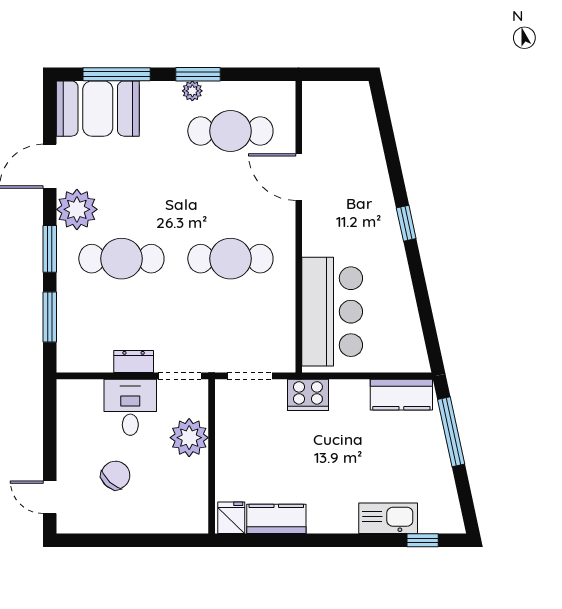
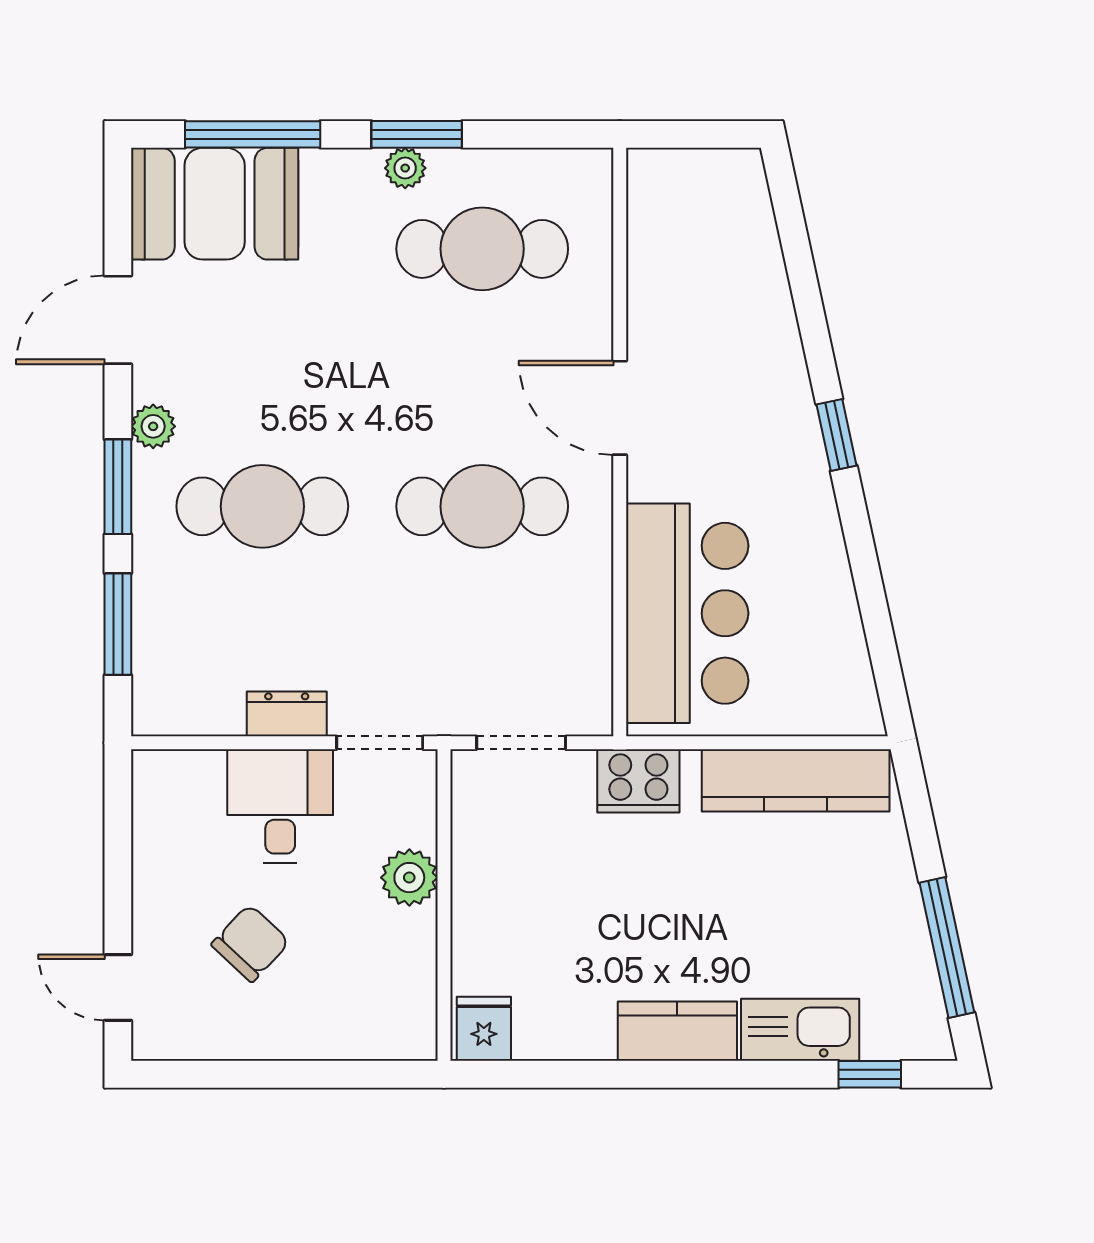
door: (299, 177) -> (620, 408), moved
plant: (77, 209) -> (153, 426), width x0.53, depth x0.53
kitchen counter: (401, 395) -> (796, 780), width x1.50
window: (451, 432) -> (947, 947), moved
plant: (189, 438) -> (409, 878), width x0.73, depth x0.73
kitchen counter: (276, 519) -> (677, 1031), moved

